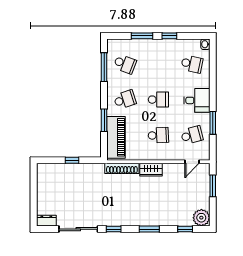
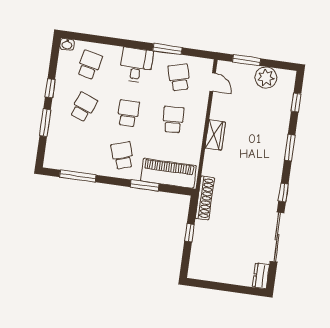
school desk: (125, 64) -> (83, 107), moved
shoe rack: (122, 168) -> (205, 198), moved
plant: (201, 218) -> (266, 78), moved

